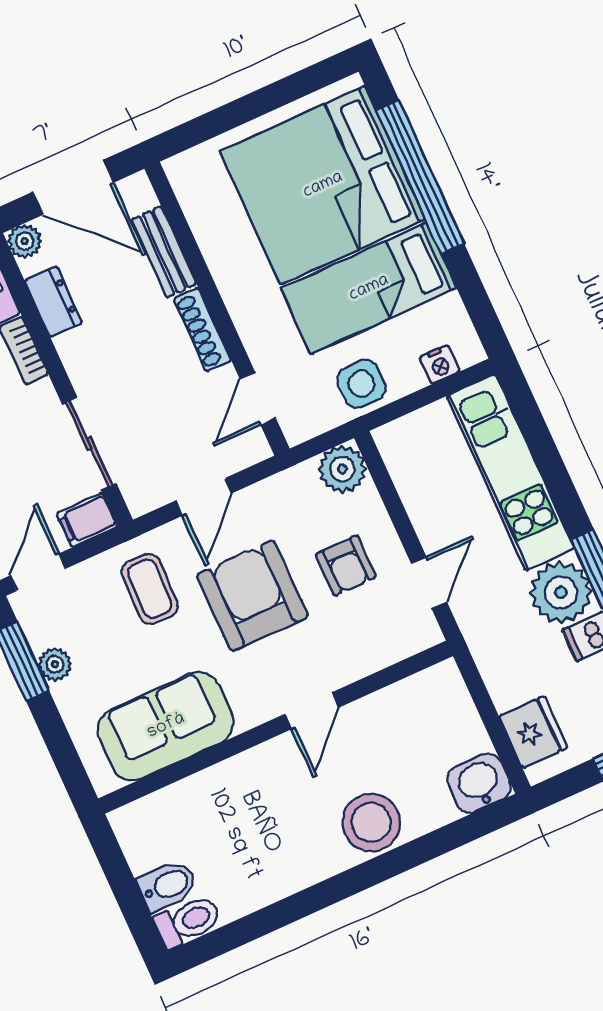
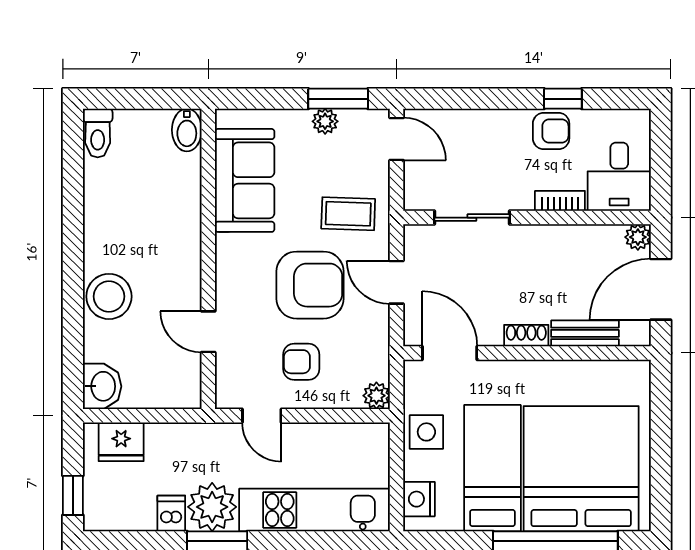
dresser: (53, 302) -> (585, 238), removed
shoe rack: (202, 330) -> (526, 336), width x0.70
nightstand: (440, 364) -> (419, 499), width x1.39, depth x1.35
door: (258, 398) -> (450, 353), width x1.38
plant: (342, 469) -> (376, 396), width x0.73, depth x0.73
filing cabinet: (87, 520) -> (418, 191), removed
door: (312, 711) -> (208, 332), moved
bidet: (167, 886) -> (187, 130), moved

